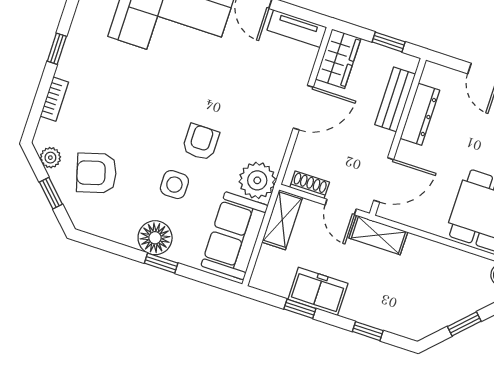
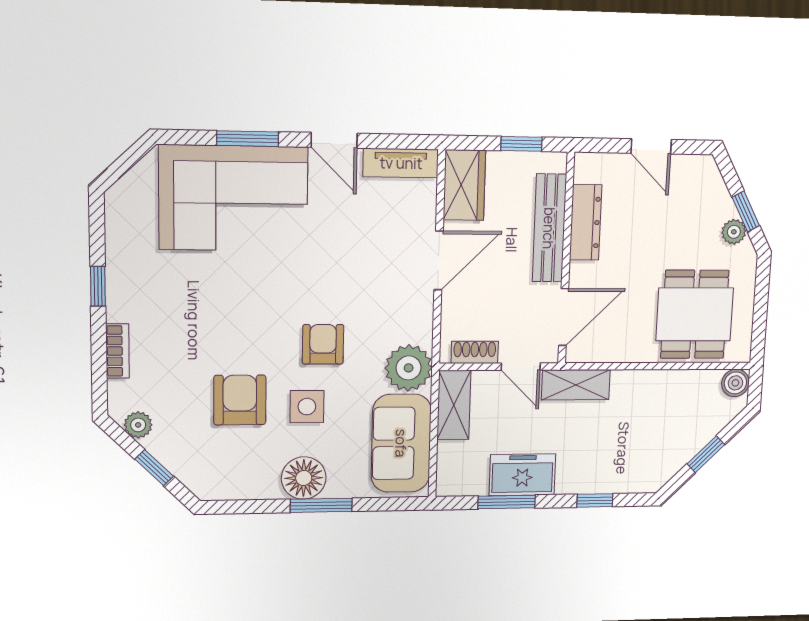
bench: (395, 99) -> (549, 228), width x1.36
armchair: (97, 173) -> (240, 400), moved, turned 106
window: (161, 263) -> (321, 505), width x1.50
window: (300, 309) -> (507, 502), width x1.50

